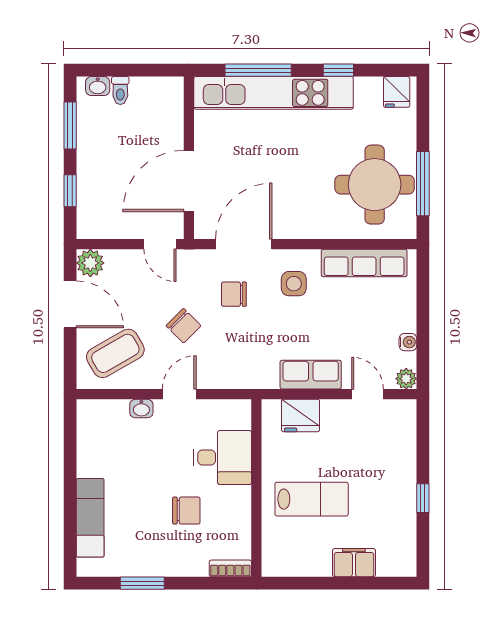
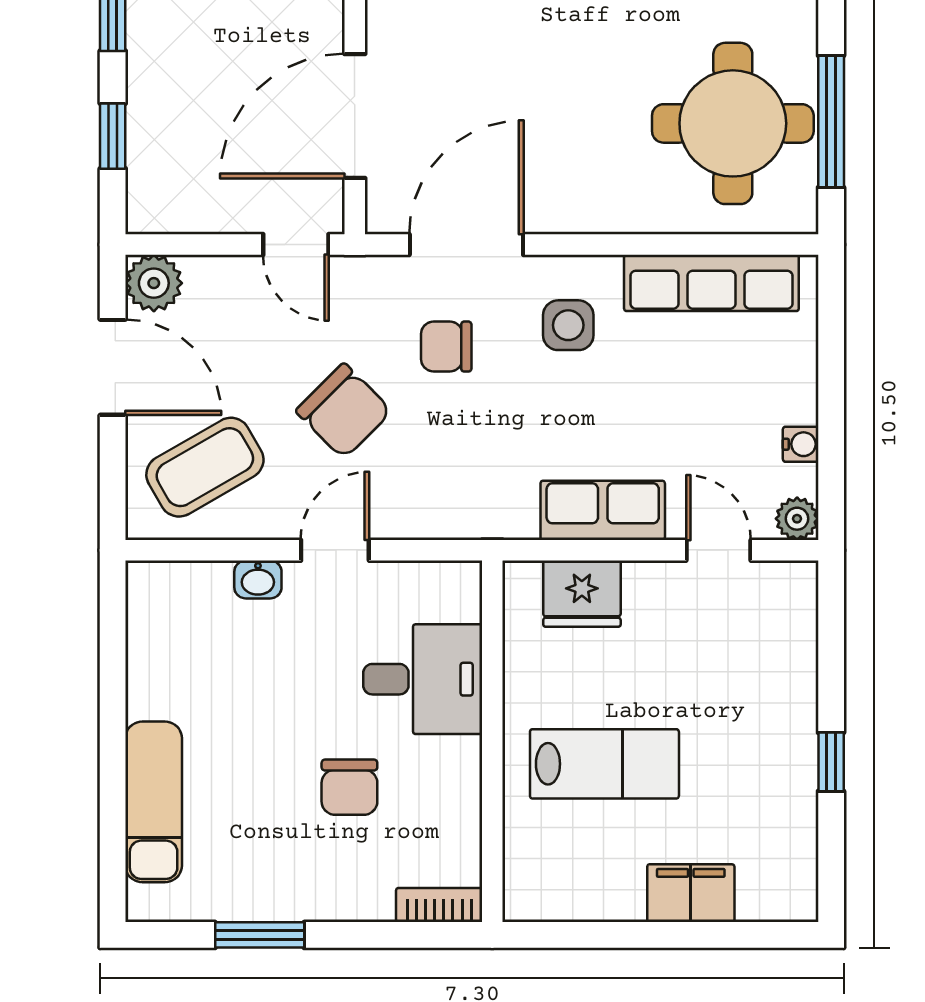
chair: (184, 326) -> (344, 411), width x1.37, depth x1.37
chair: (186, 511) -> (349, 787), turned 90

